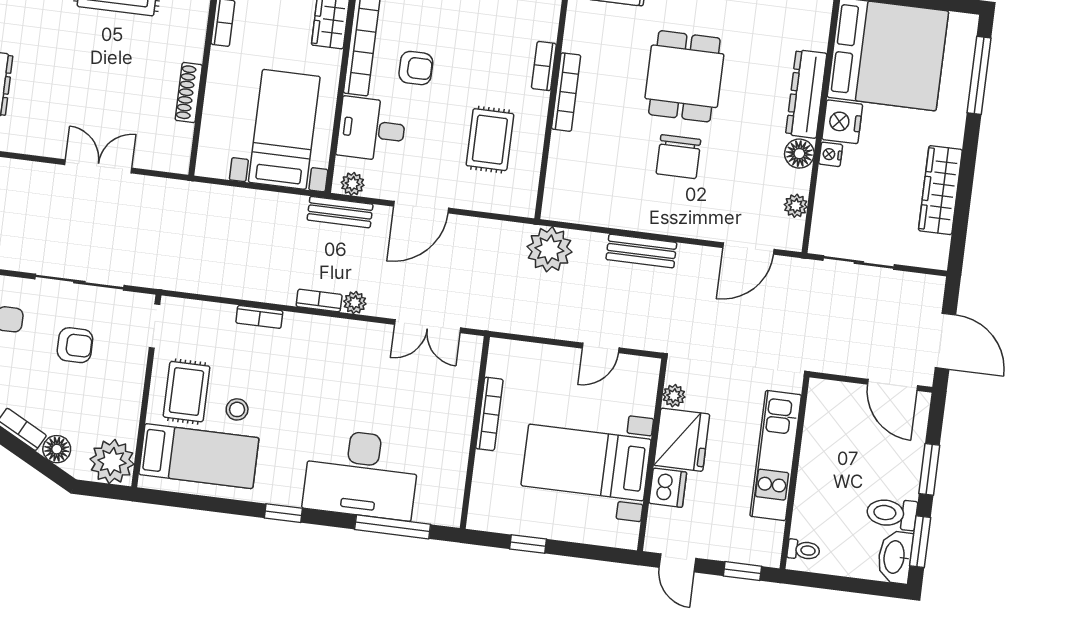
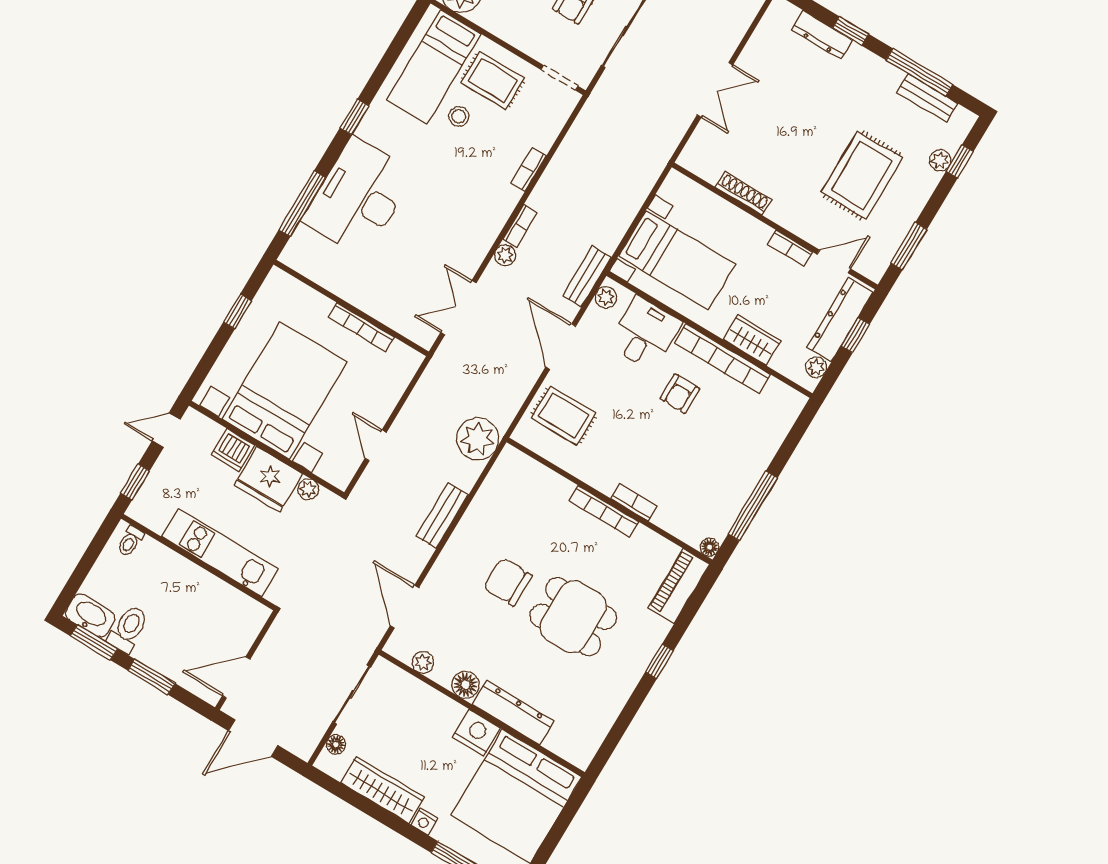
rug: (490, 140) -> (564, 416), moved
nightstand: (831, 154) -> (424, 822), moved, turned 180
floor lamp: (915, 256) -> (336, 744), added
bed with nightstands: (586, 463) -> (285, 390), width x1.36

